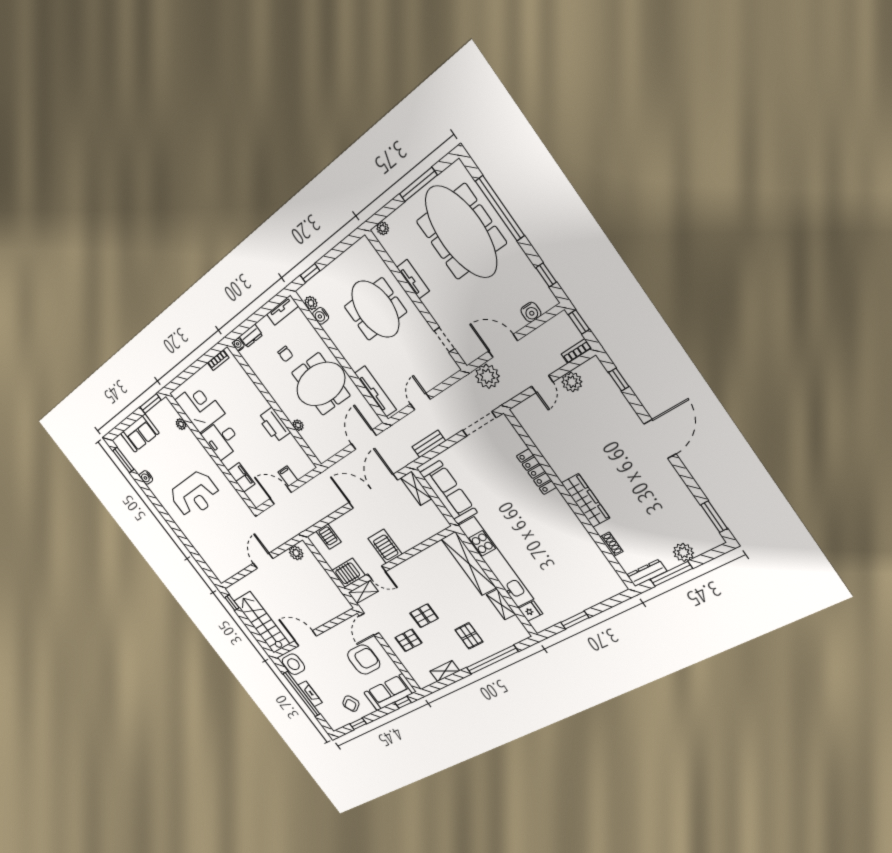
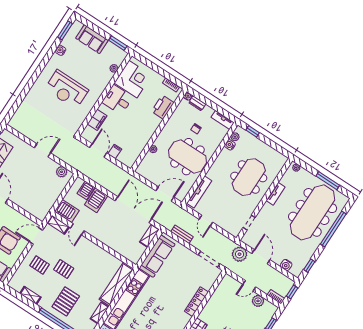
door: (420, 402) -> (206, 221), swing flipped
printer: (274, 425) -> (163, 107), moved
server rack: (385, 546) -> (96, 200), moved, turned 180
pallet: (469, 636) -> (66, 301), width x1.50, depth x1.42

